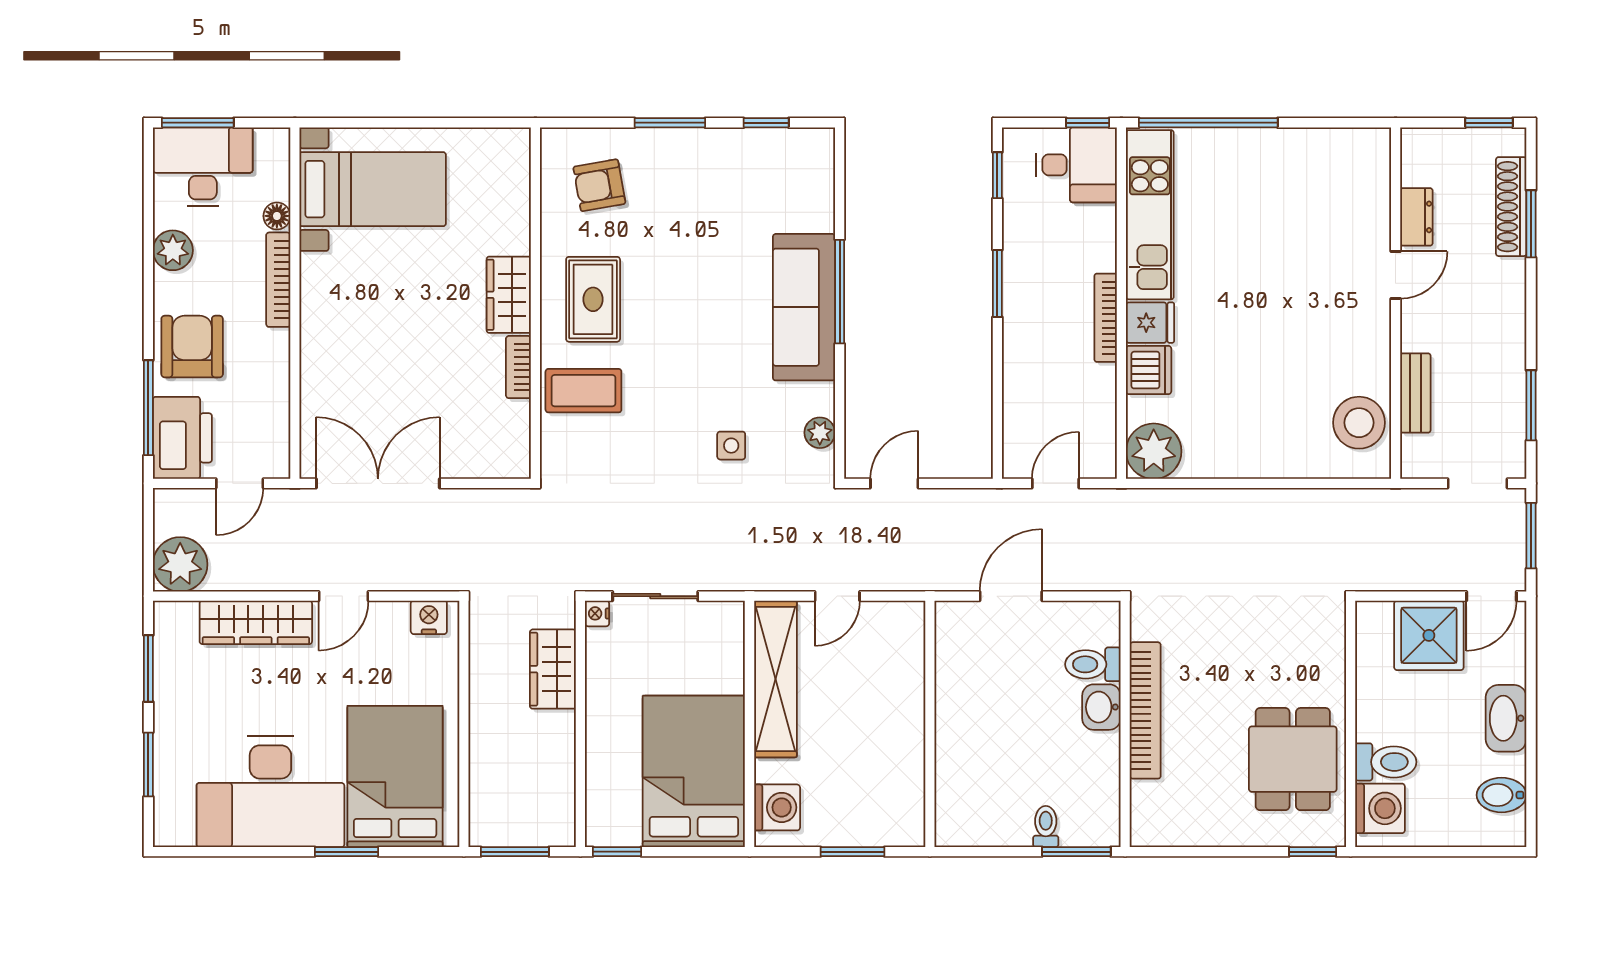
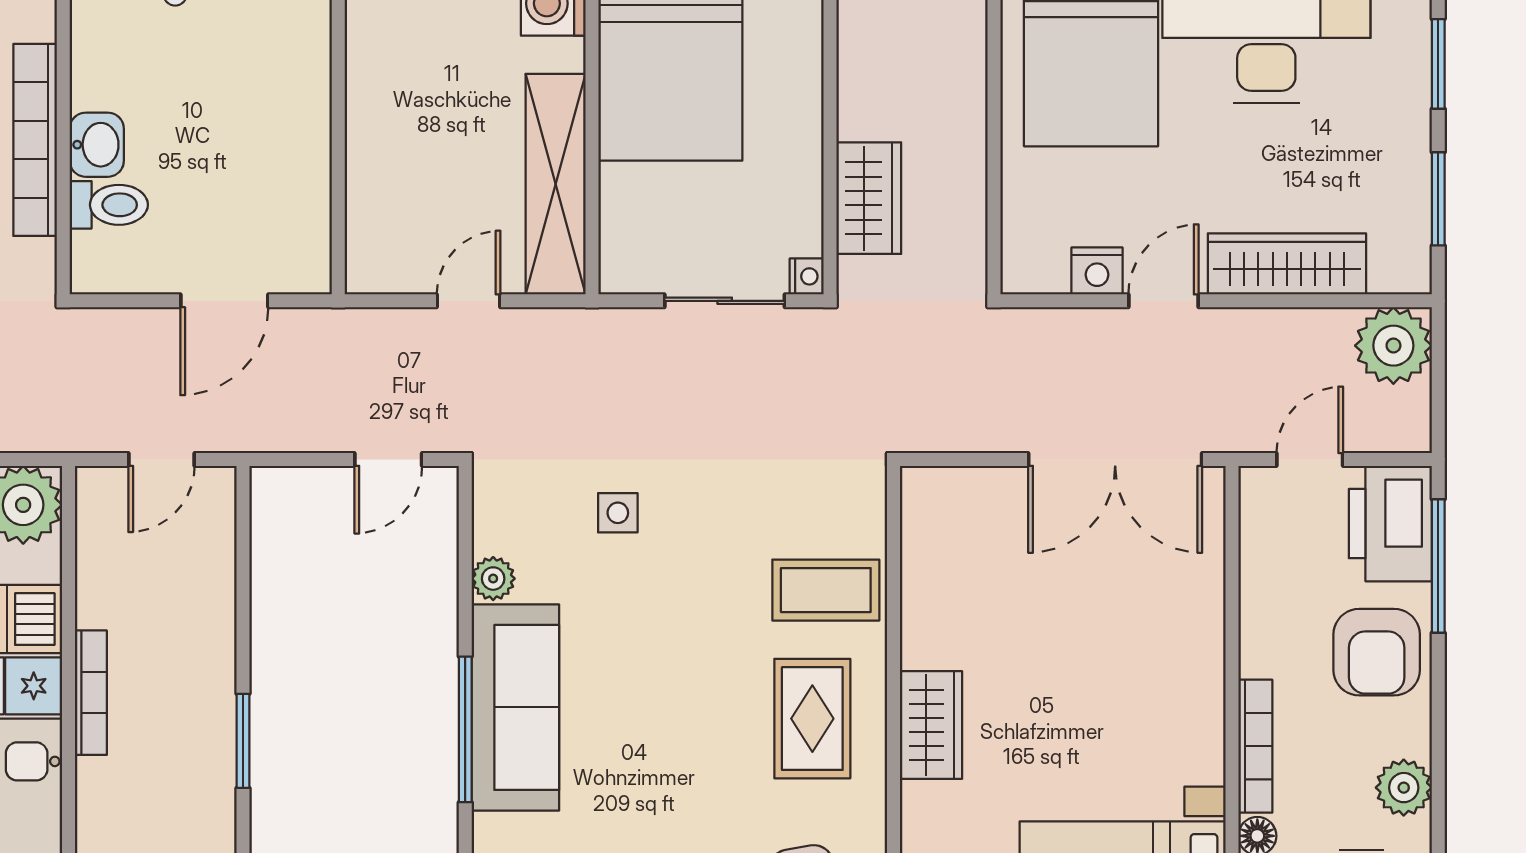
bookcase: (518, 367) -> (917, 623), removed
plant: (820, 433) -> (493, 579), moved
nightstand: (429, 617) -> (1097, 271), moved

